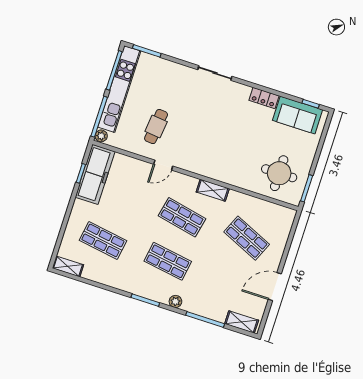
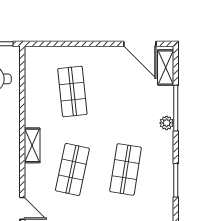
shop shelf: (247, 238) -> (72, 91), turned -30
door: (275, 287) -> (140, 44), moved
plant: (175, 301) -> (167, 123), moved

